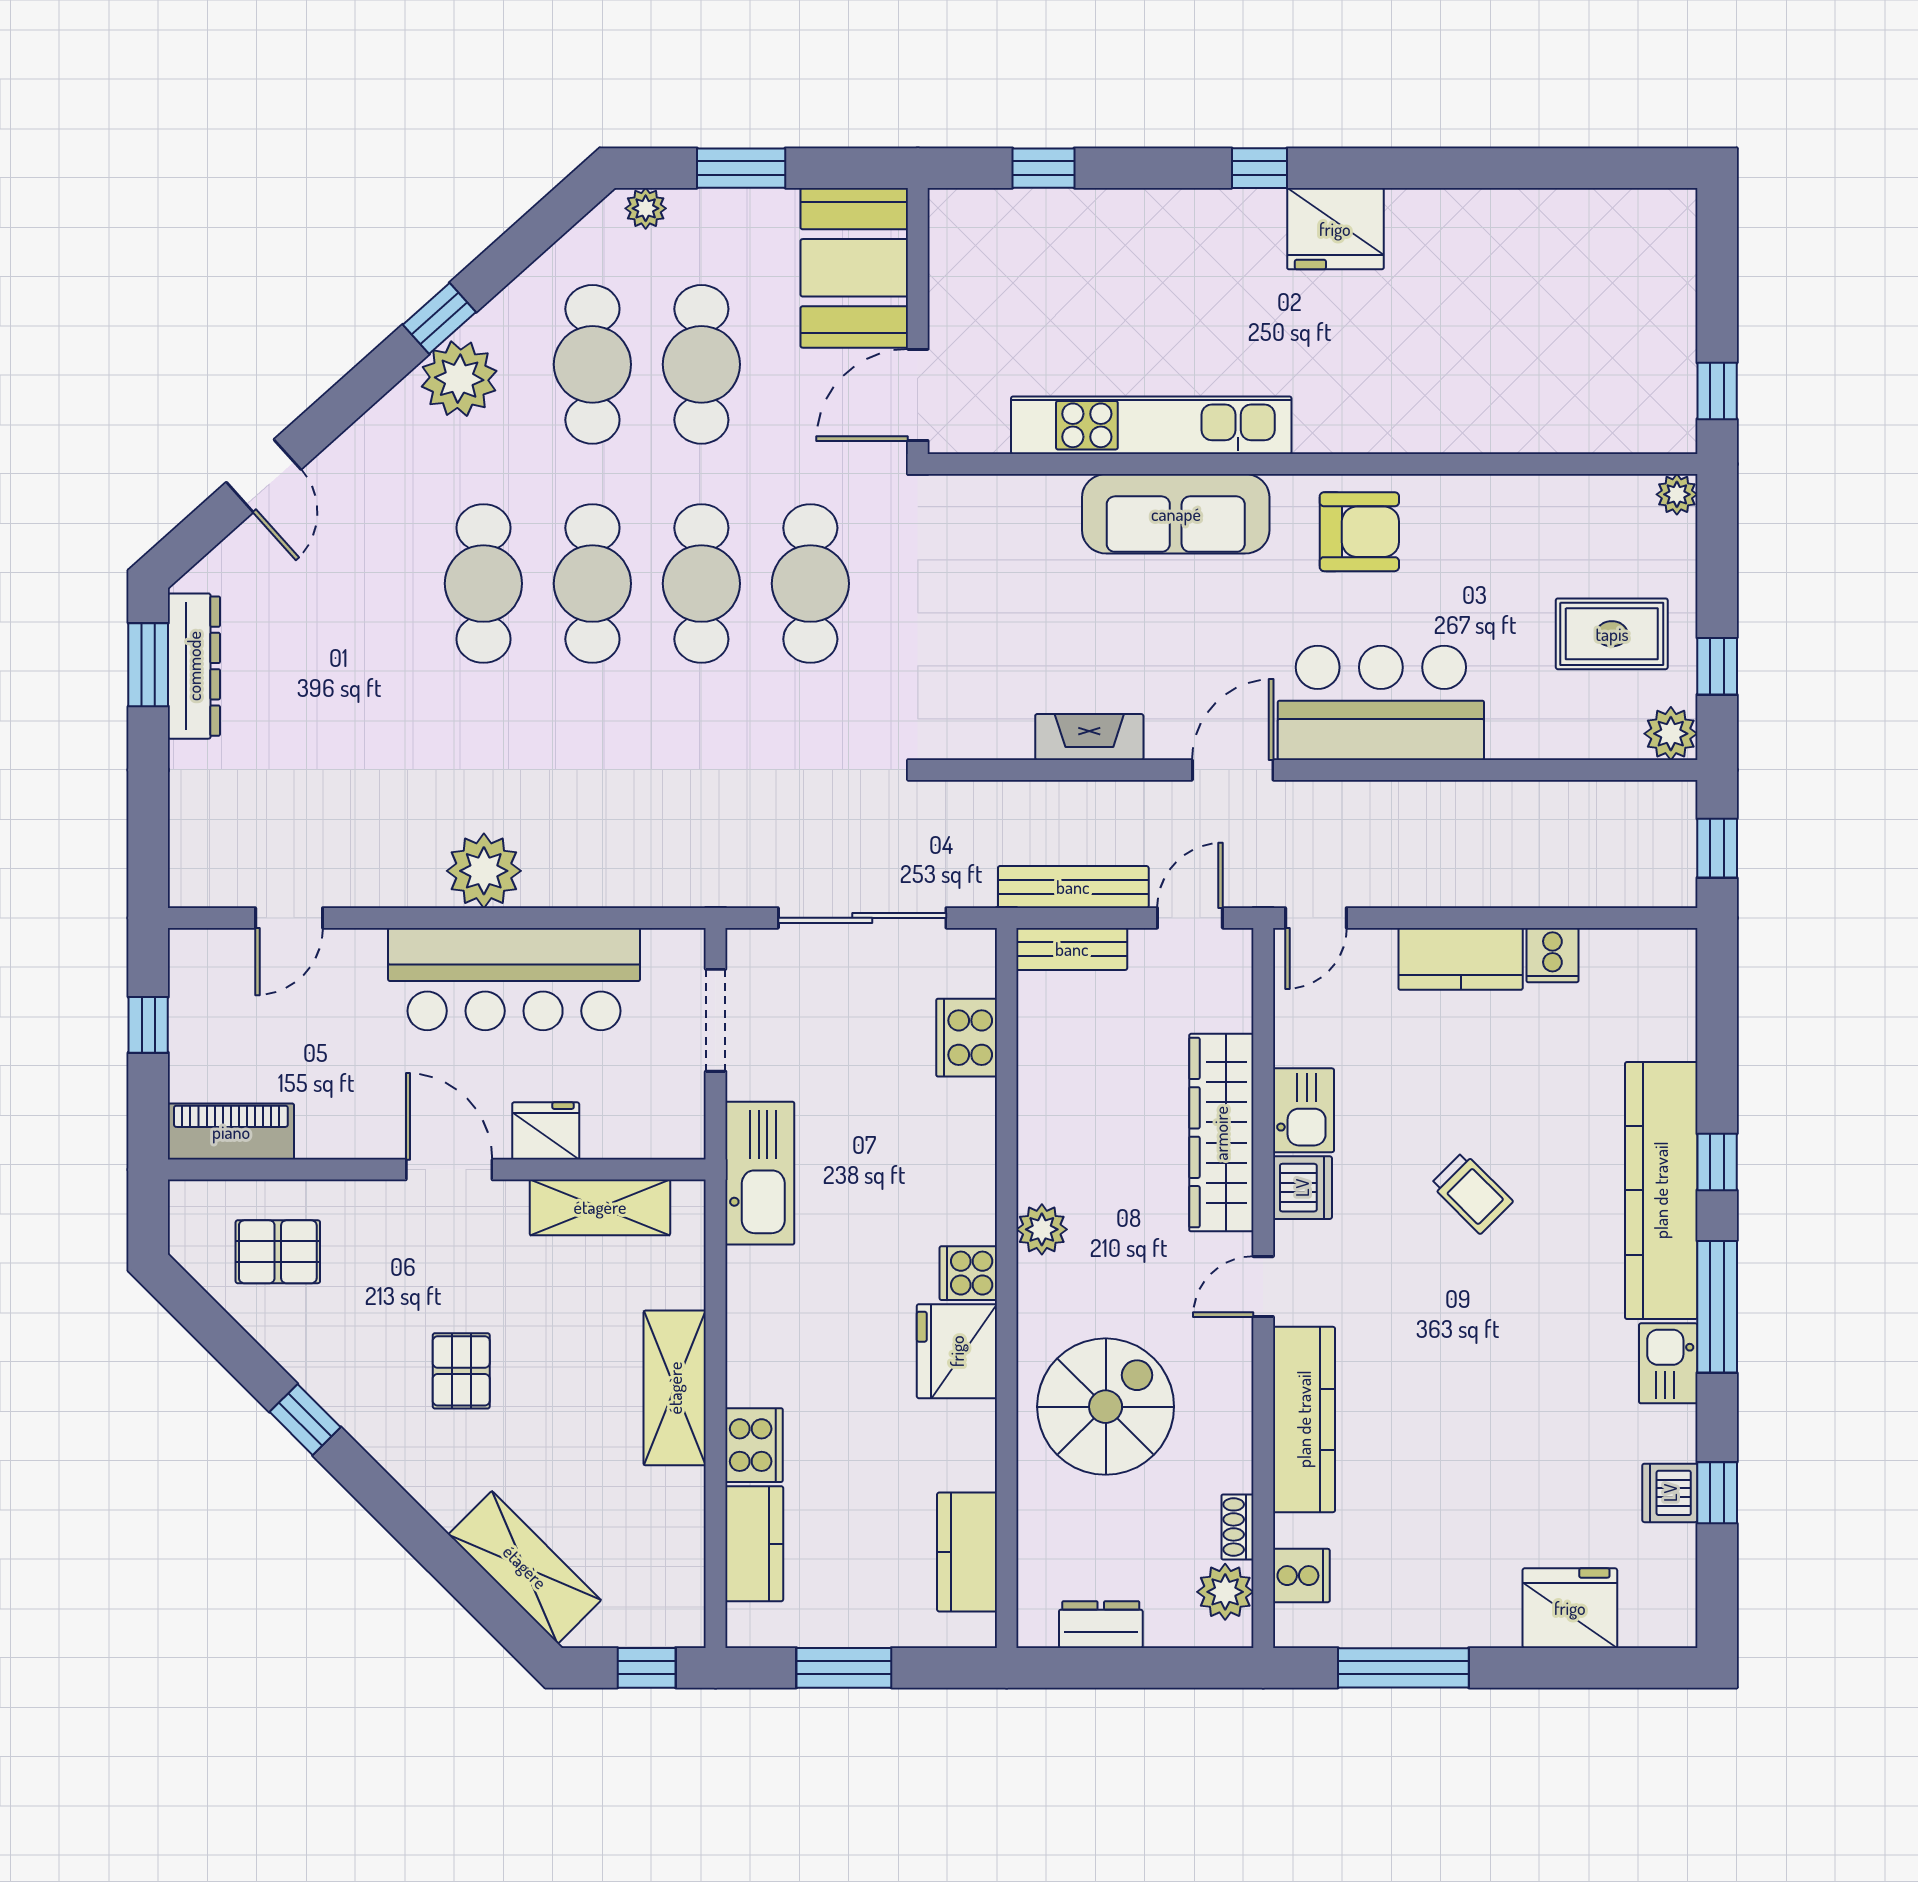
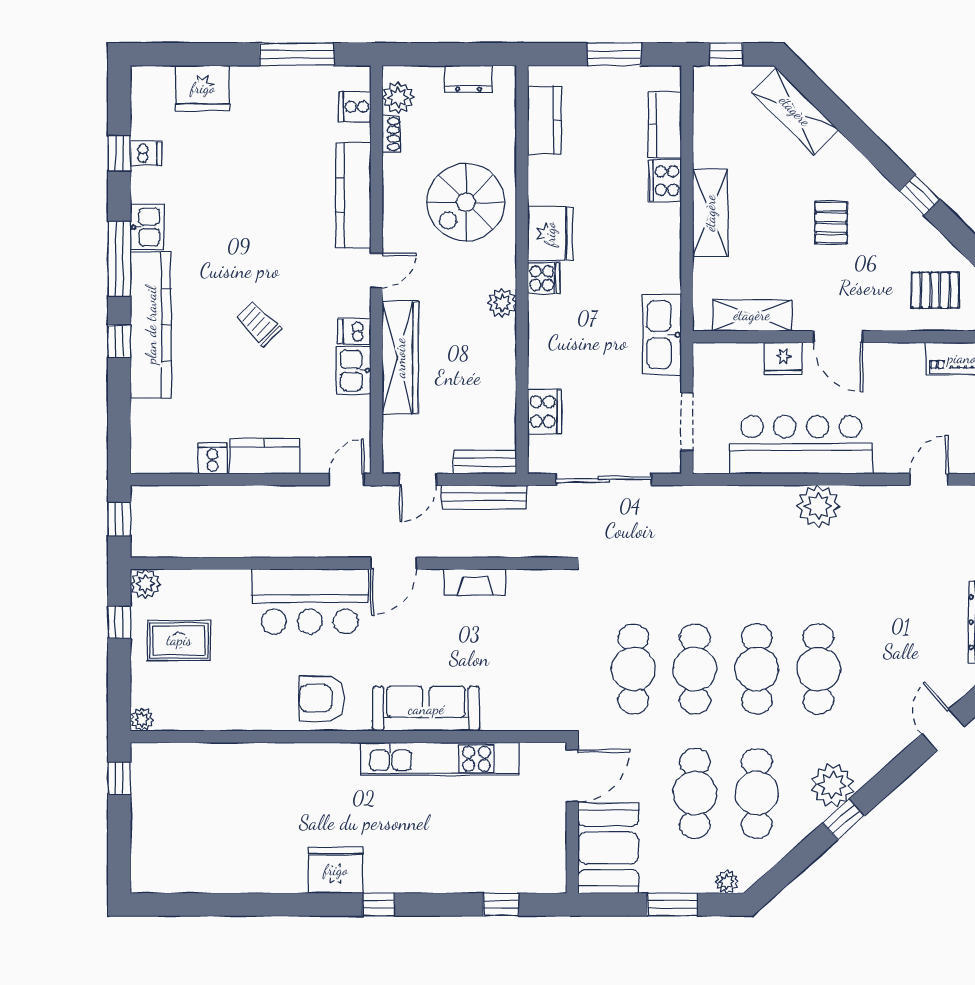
dishwasher: (1302, 1188) -> (354, 331), width x0.73
dishwasher: (1670, 1493) -> (146, 153), width x0.73

